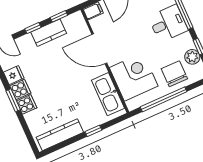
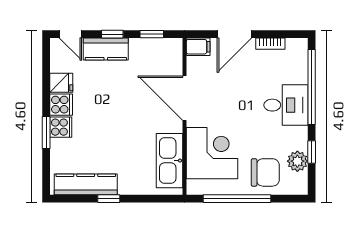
kitchen counter: (49, 33) -> (106, 49), moved
chair: (174, 74) -> (265, 172), turned 90
window: (13, 100) -> (46, 132), moved
window: (93, 131) -> (109, 199), moved

